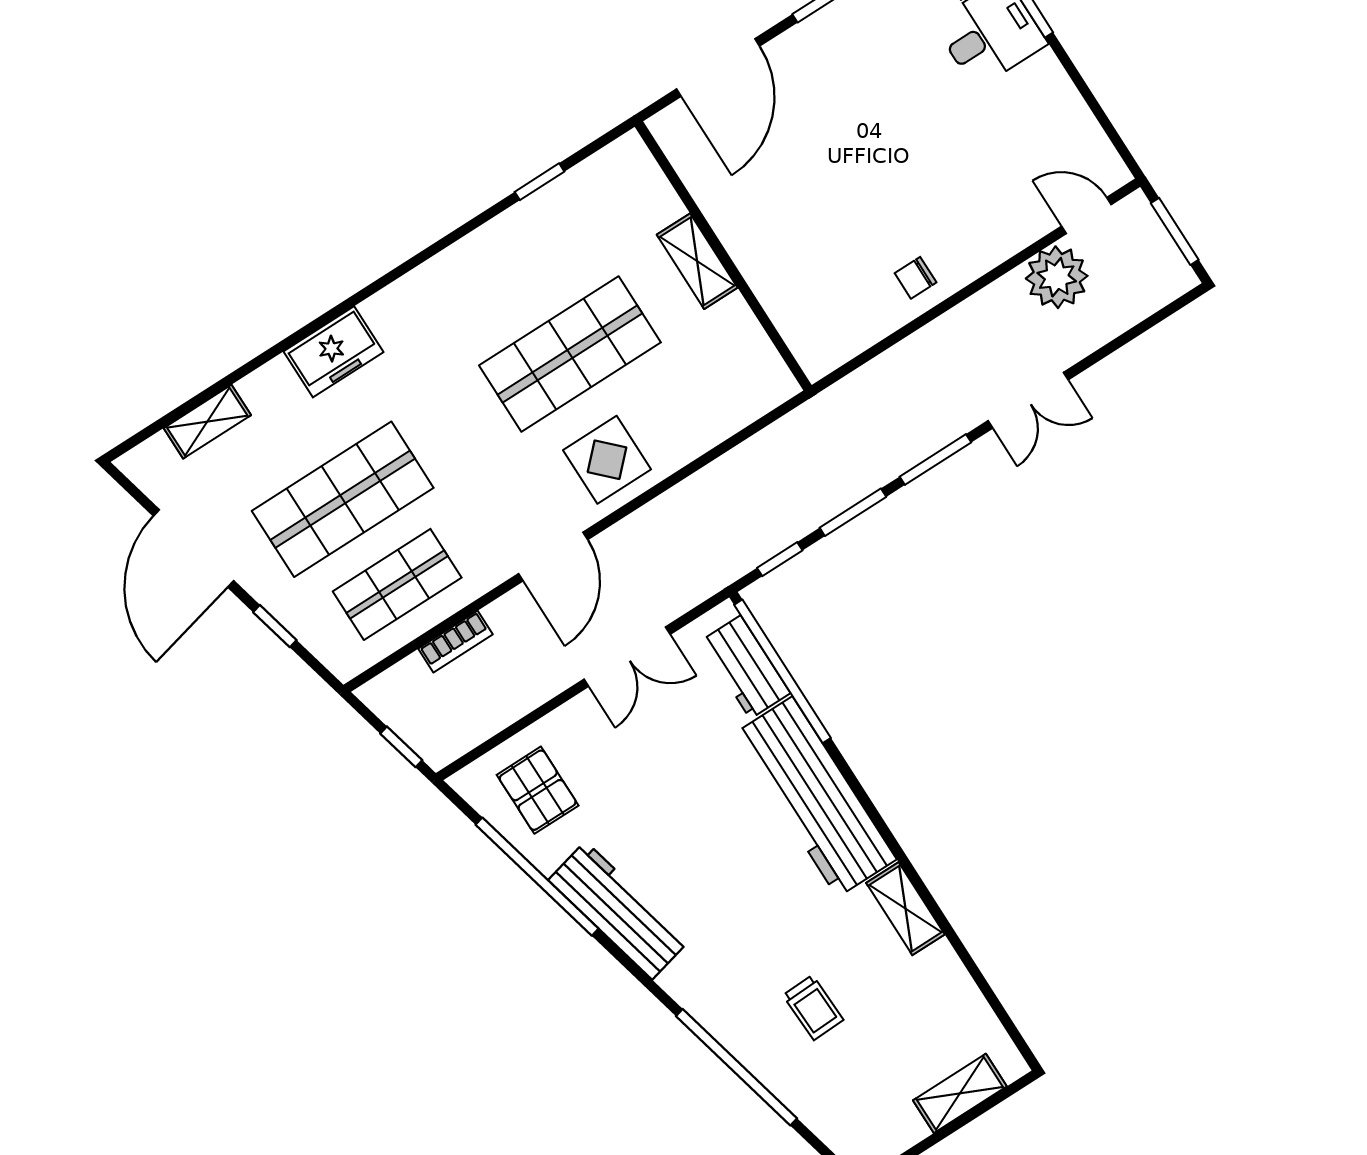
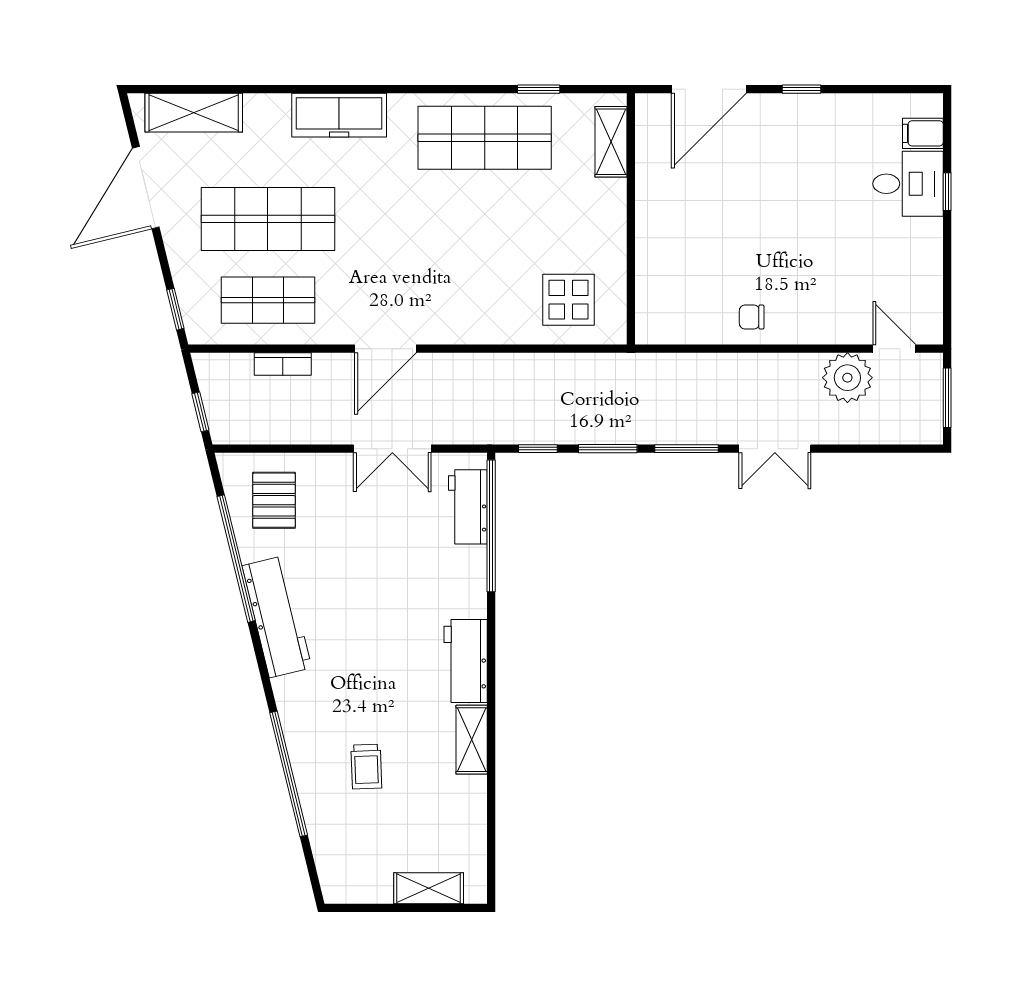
shelving: (697, 261) -> (611, 142), moved
freezer: (333, 352) -> (339, 115), width x1.40
shop shelf: (570, 354) -> (485, 138), moved
shelving: (207, 422) -> (194, 113), width x1.50, depth x1.33
display table: (607, 460) -> (569, 300), moved
window: (275, 626) -> (175, 309), moved
workbench: (815, 797) -> (466, 661), width x0.53, depth x0.76

